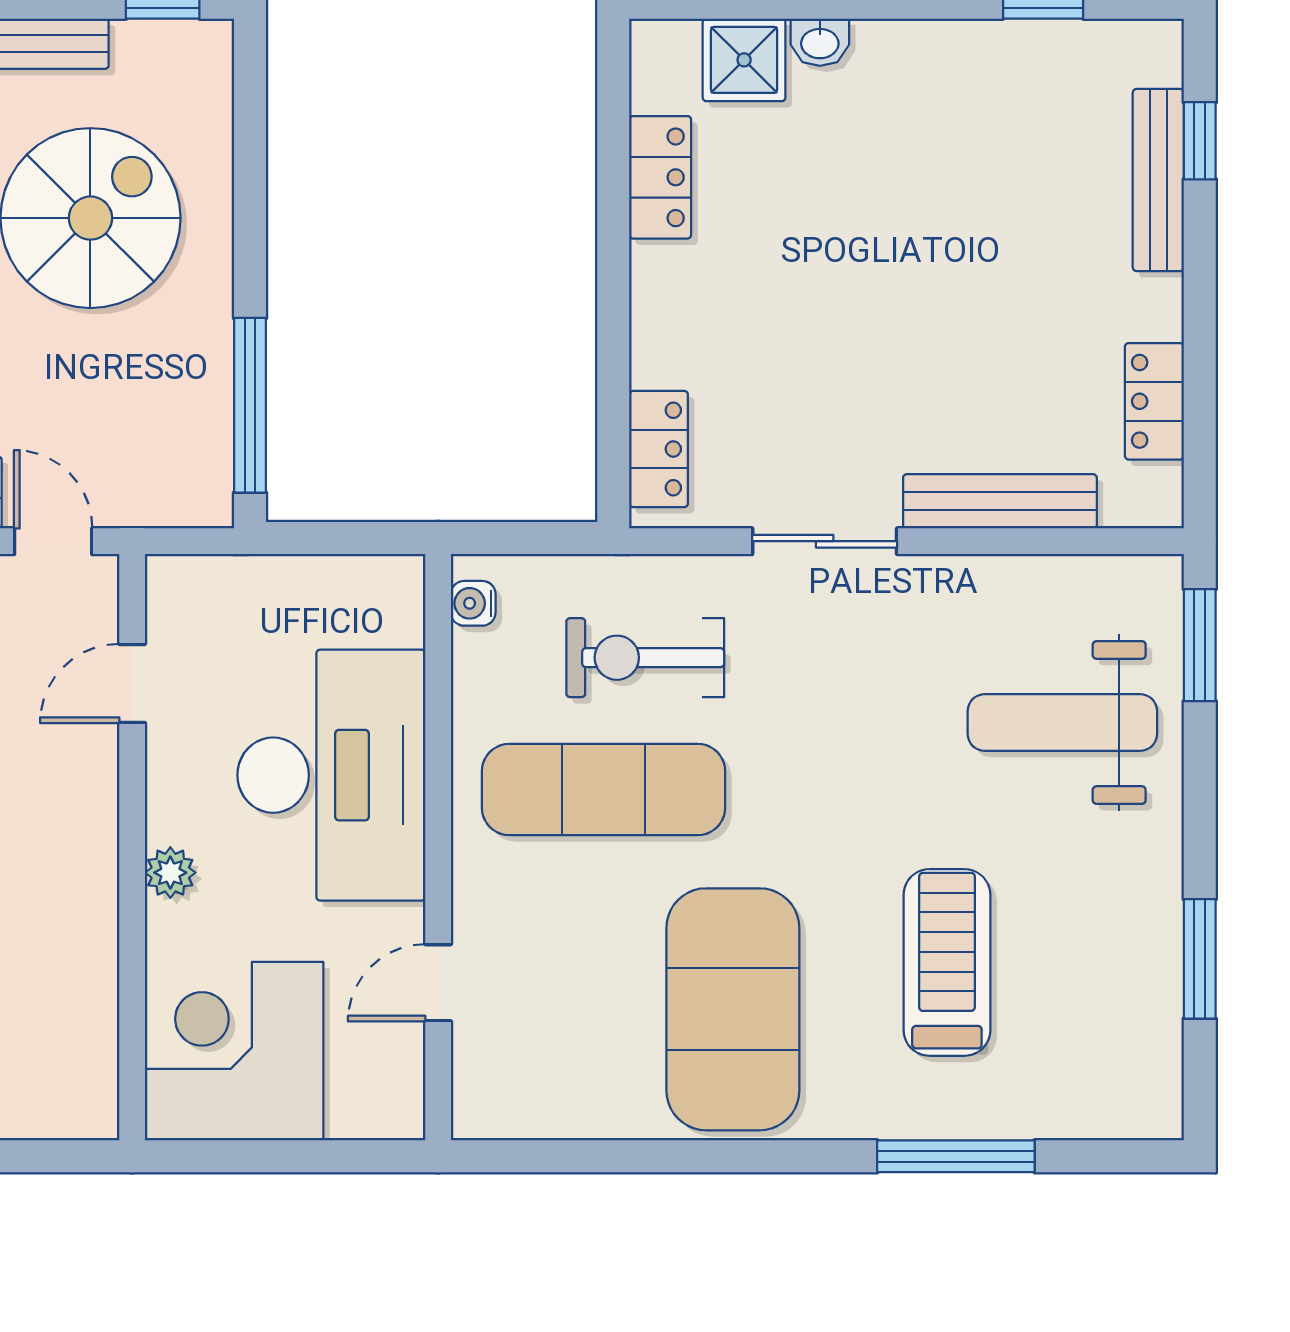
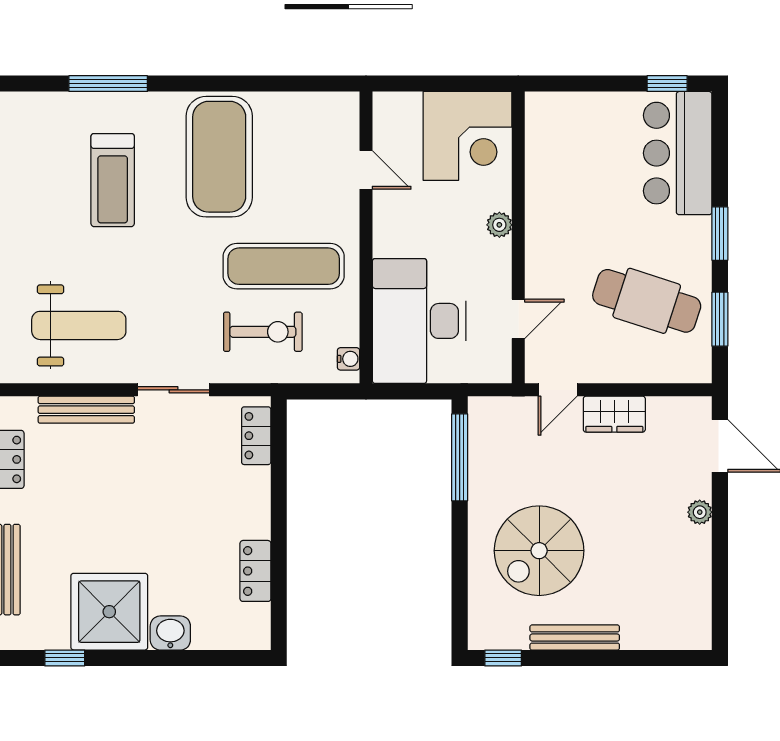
washbasin: (820, 42) -> (170, 633), width x1.38, depth x1.45
shower: (744, 60) -> (109, 612), moved, width x1.86, depth x1.86
door: (53, 541) -> (558, 390), hinge flipped
weight bench: (1062, 722) -> (79, 325), moved
desk: (331, 775) -> (419, 321), moved
door: (438, 983) -> (366, 170), hinge flipped

